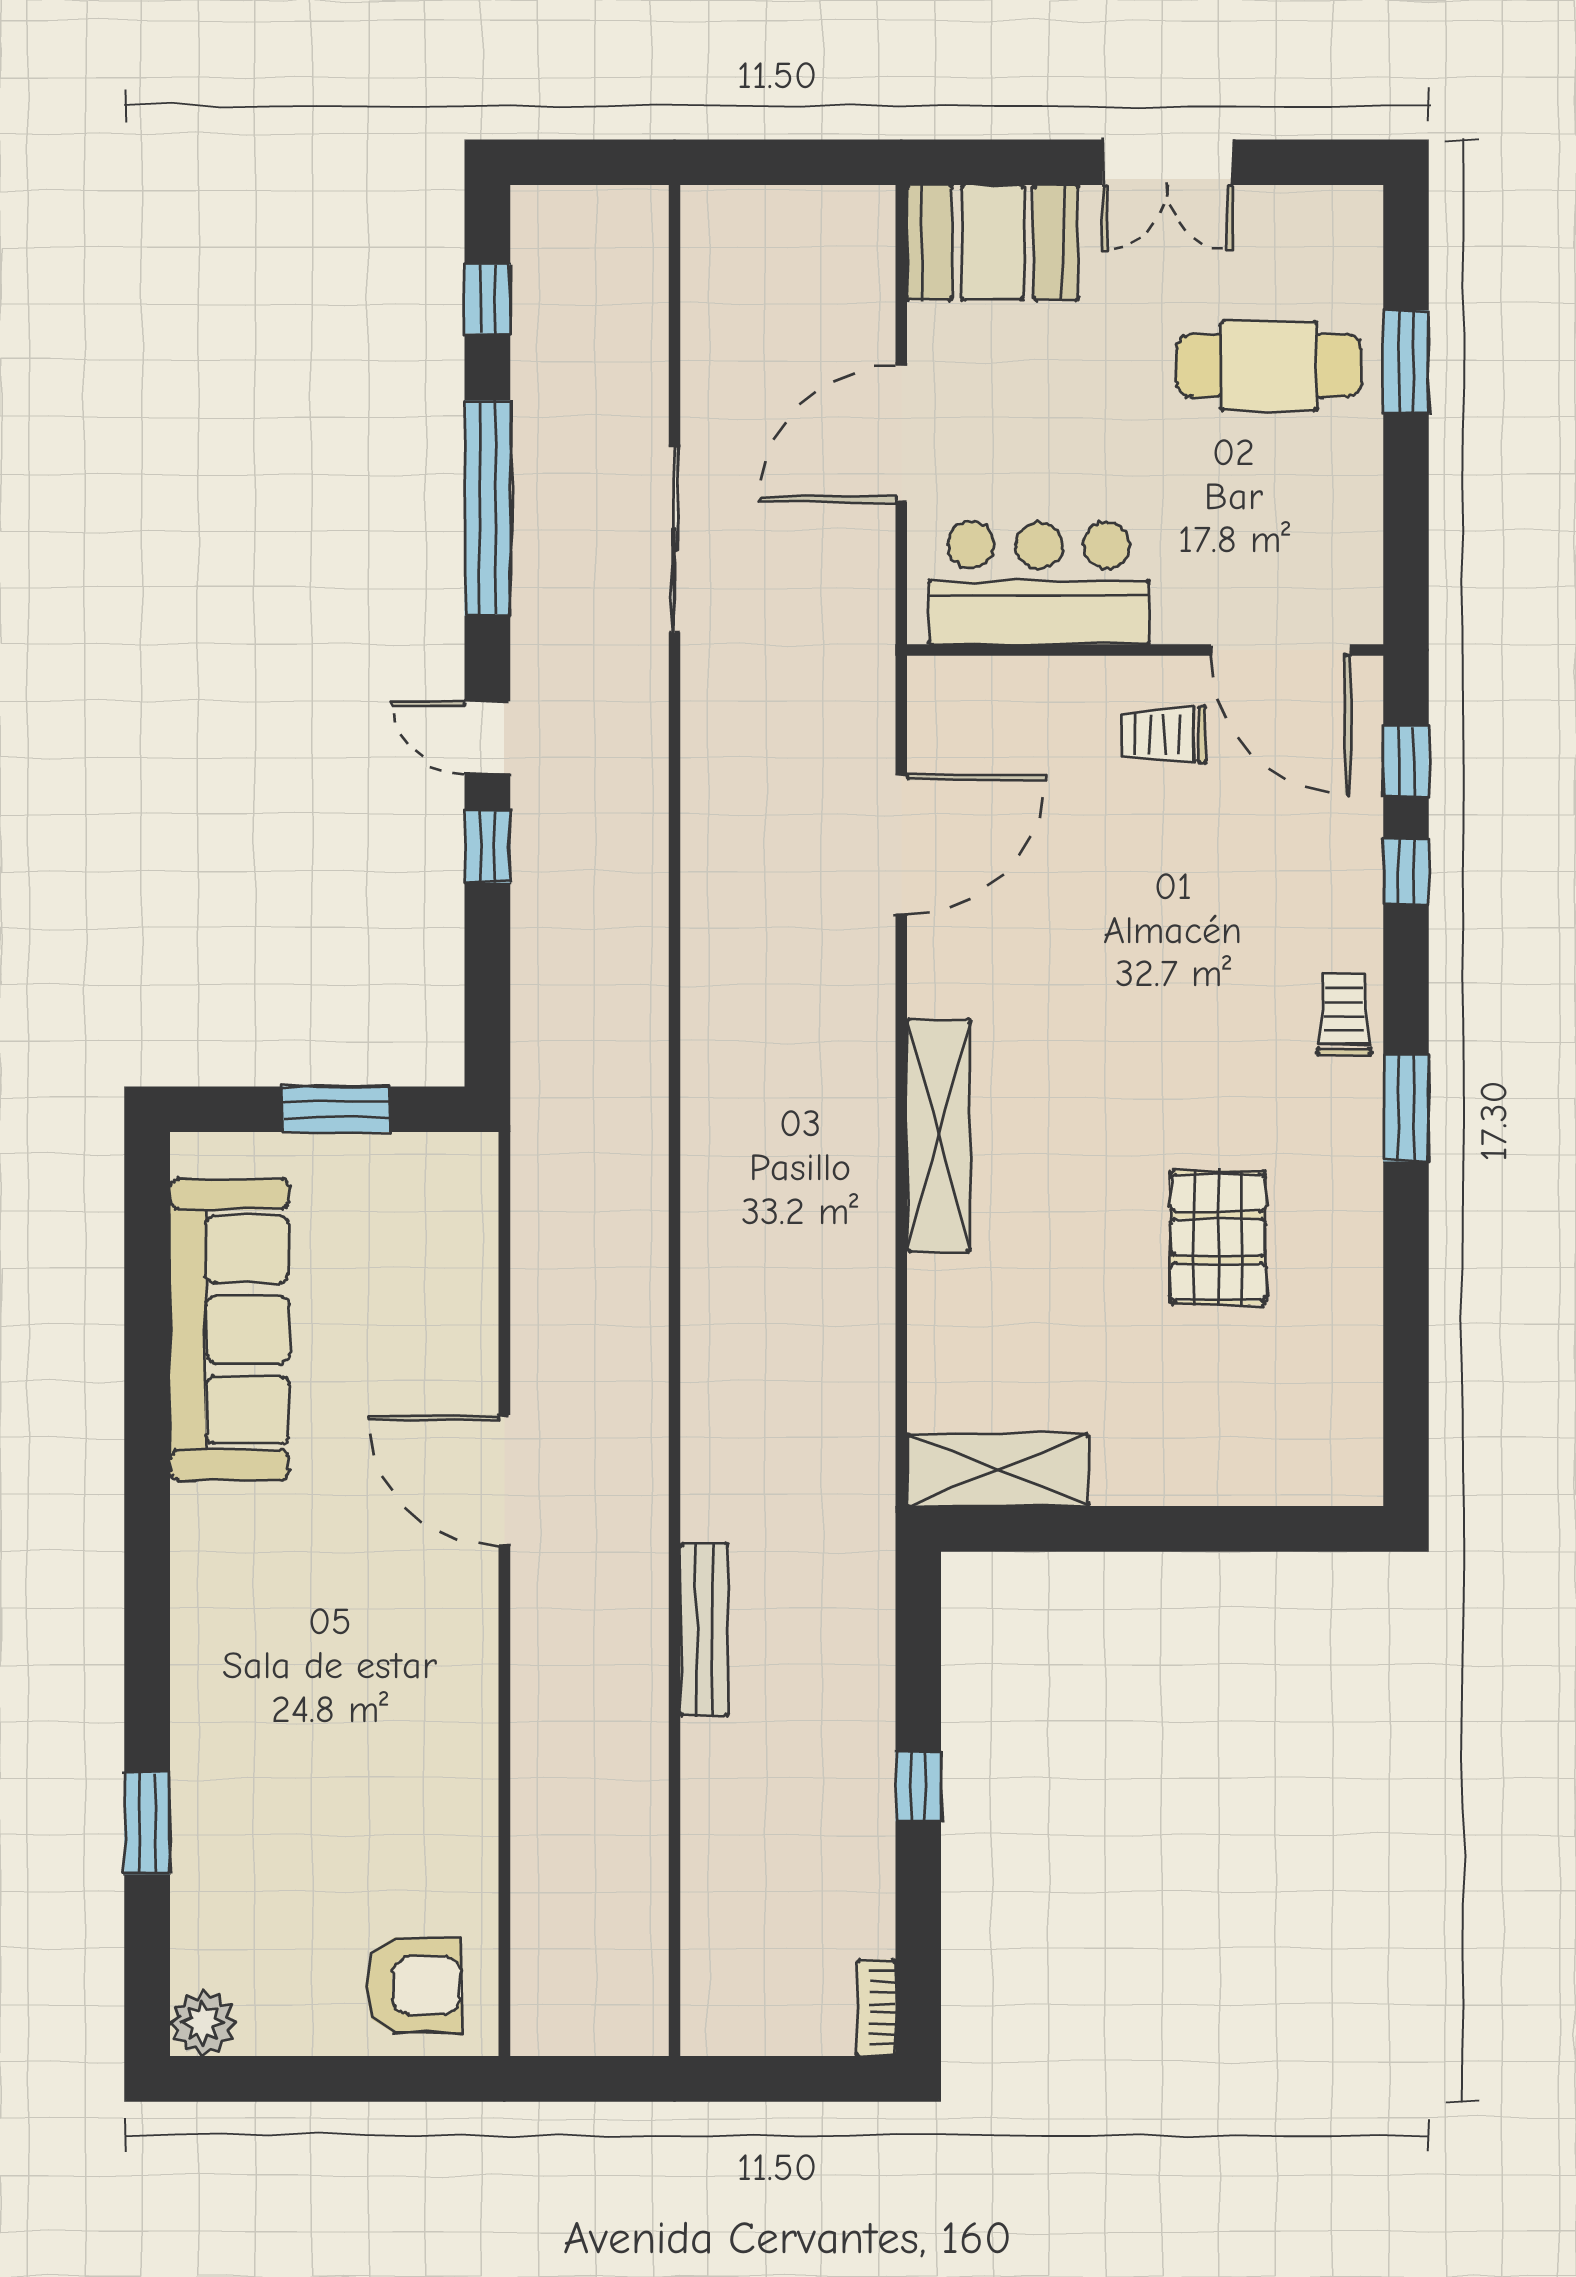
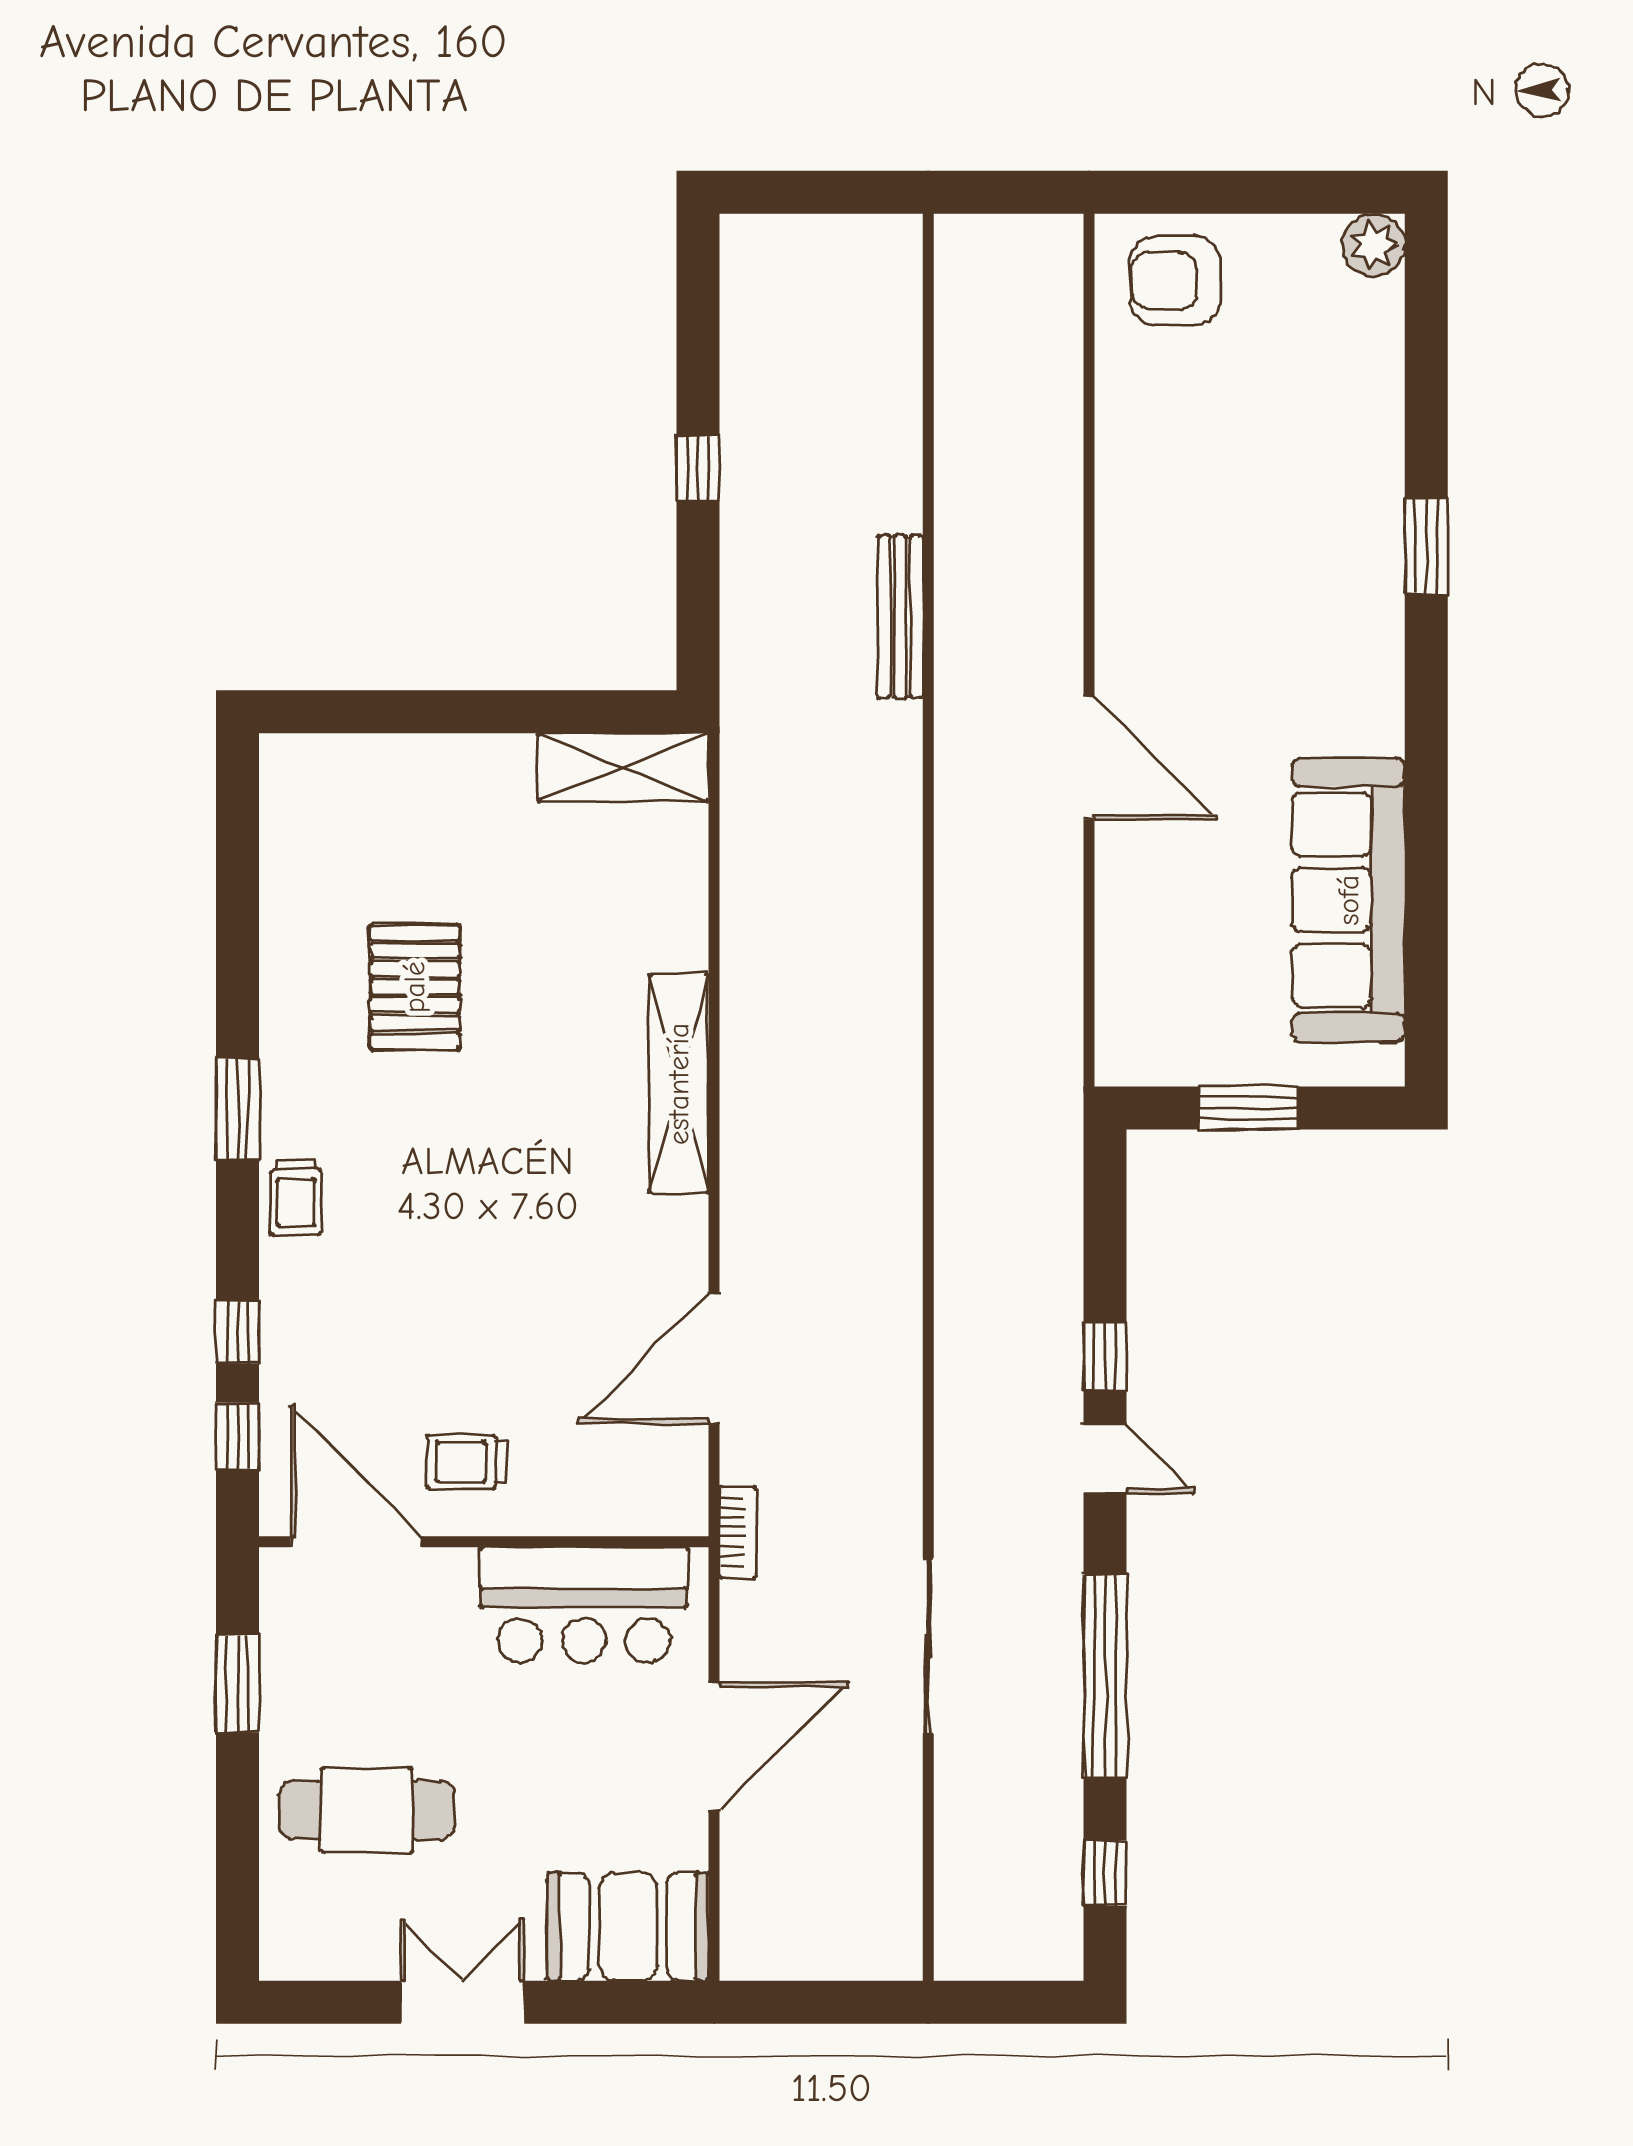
window: (1406, 362) -> (237, 1684), moved
trolley: (1163, 735) -> (467, 1462), turned 180
window: (147, 1823) -> (1426, 546), moved
bookcase: (876, 2008) -> (738, 1532), moved

